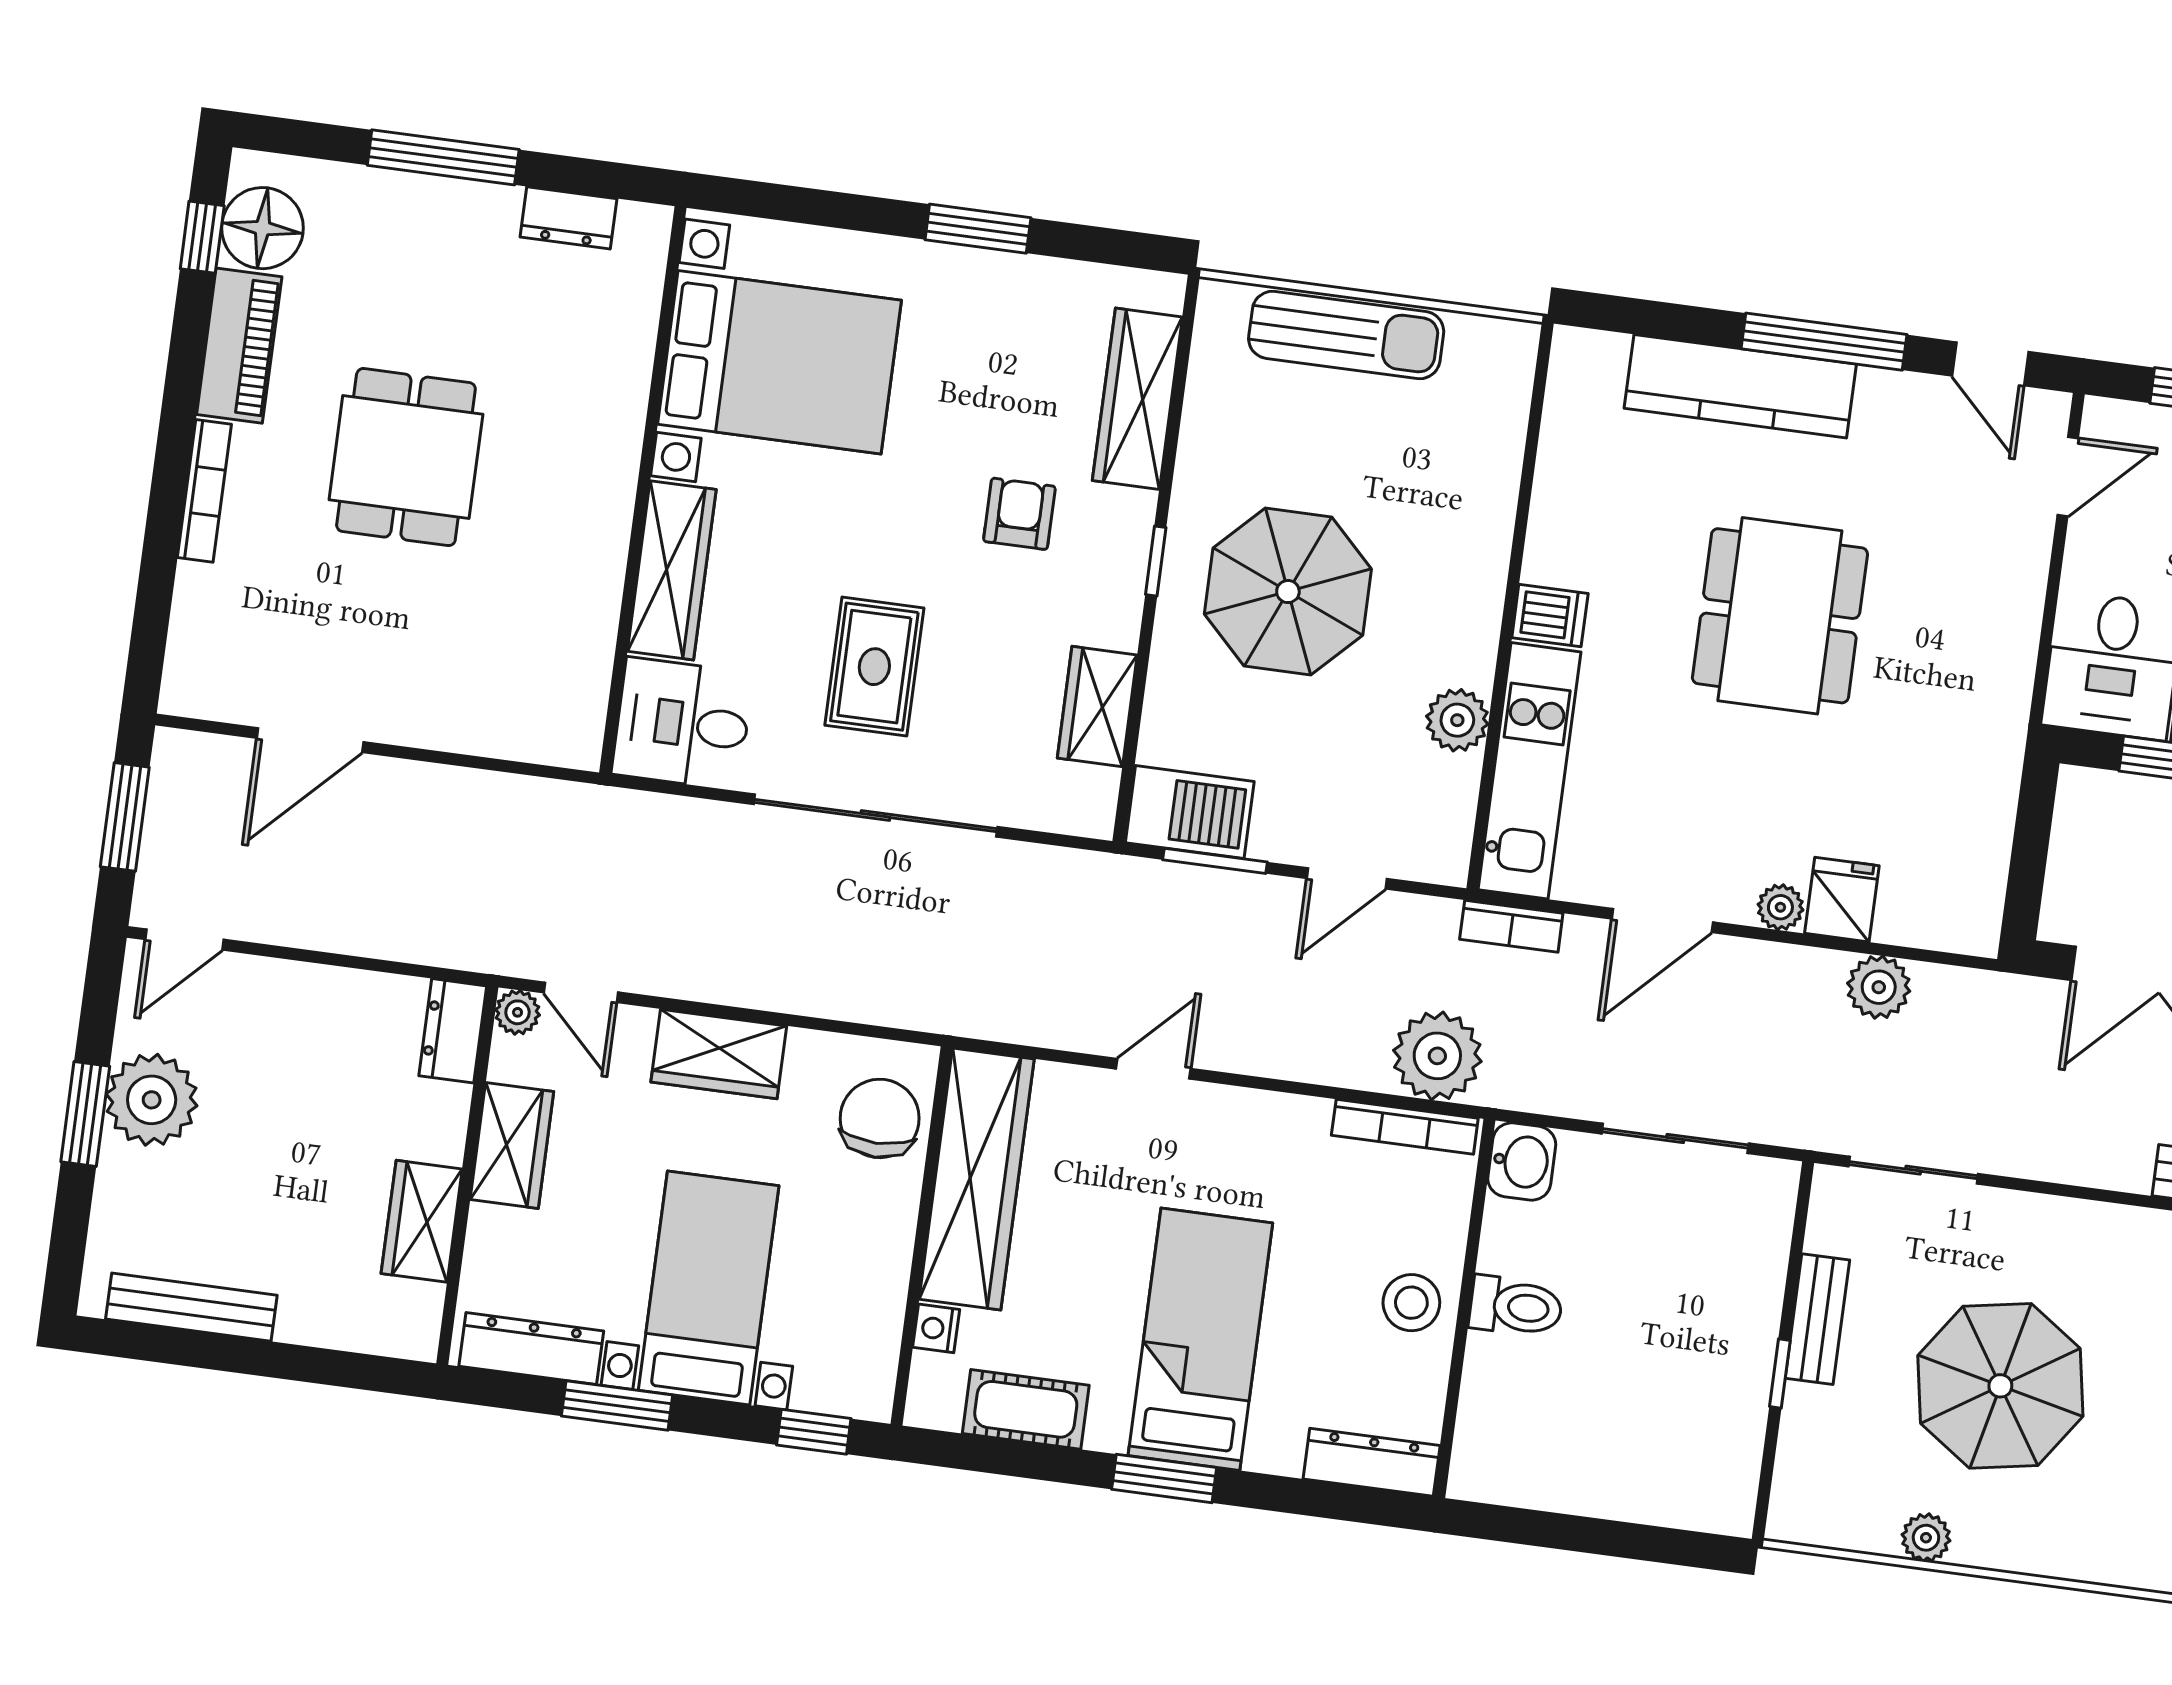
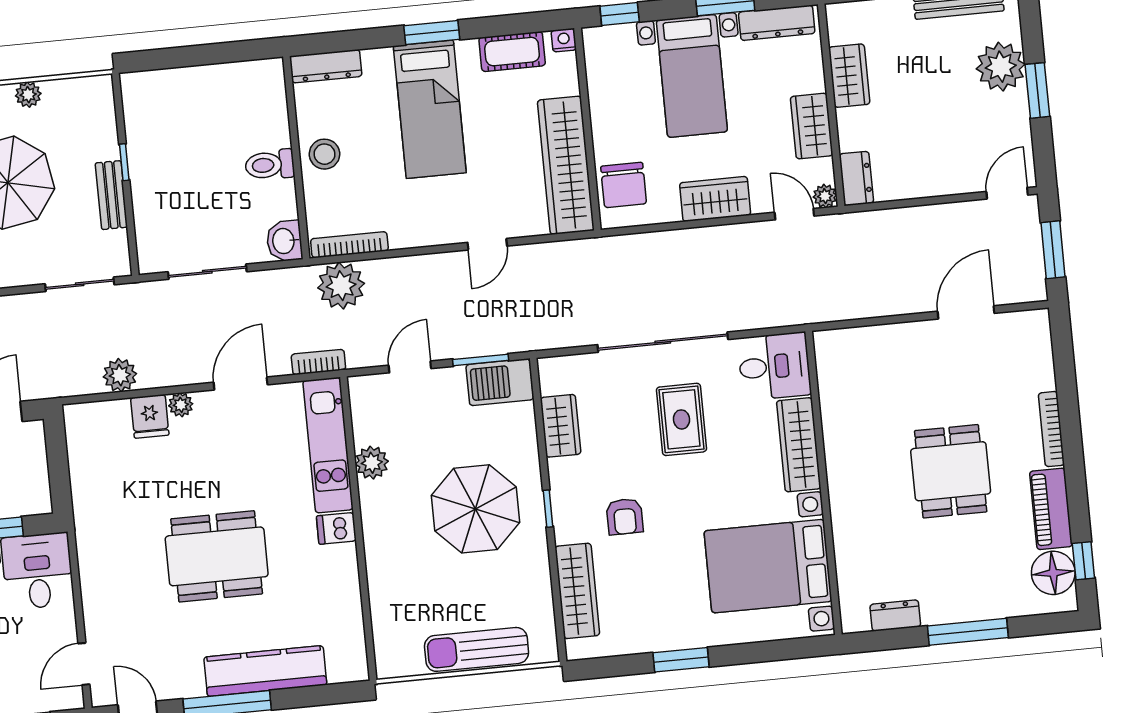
dining table: (1780, 616) -> (217, 556), turned 90
plant: (152, 1100) -> (1001, 67), moved
nightstand: (936, 1328) -> (564, 40), moved, turned -90

